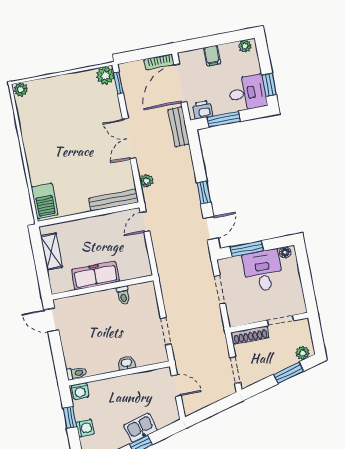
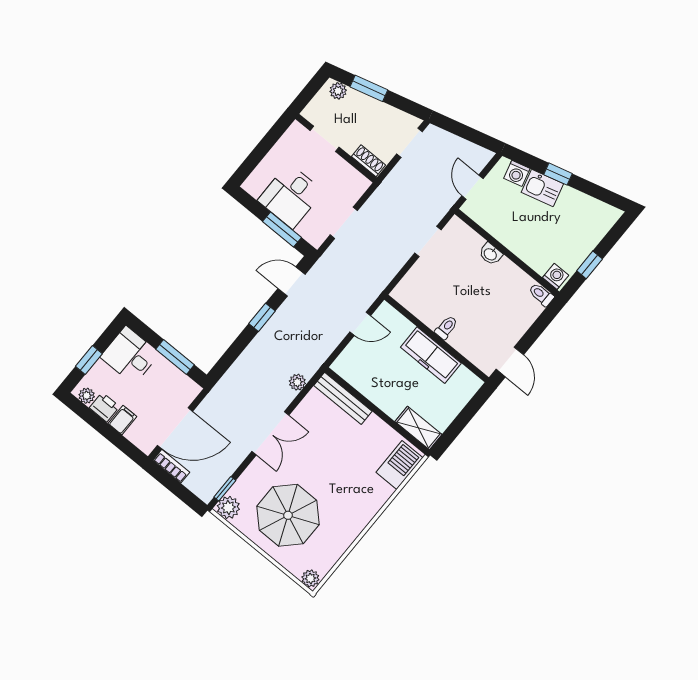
window: (269, 85) -> (89, 360), moved
parasol: (70, 108) -> (288, 515), added
printer: (202, 110) -> (104, 407), moved, turned 180
bench: (179, 127) -> (219, 395), removed
door: (145, 222) -> (360, 324), moved
shelving: (51, 251) -> (418, 428), moved, turned 90
floor lamp: (285, 252) -> (255, 189), removed
toilet: (123, 295) -> (446, 327), moved
shoe rack: (250, 335) -> (368, 161), width x0.70
washing machine: (85, 428) -> (517, 173), moved, turned -105

